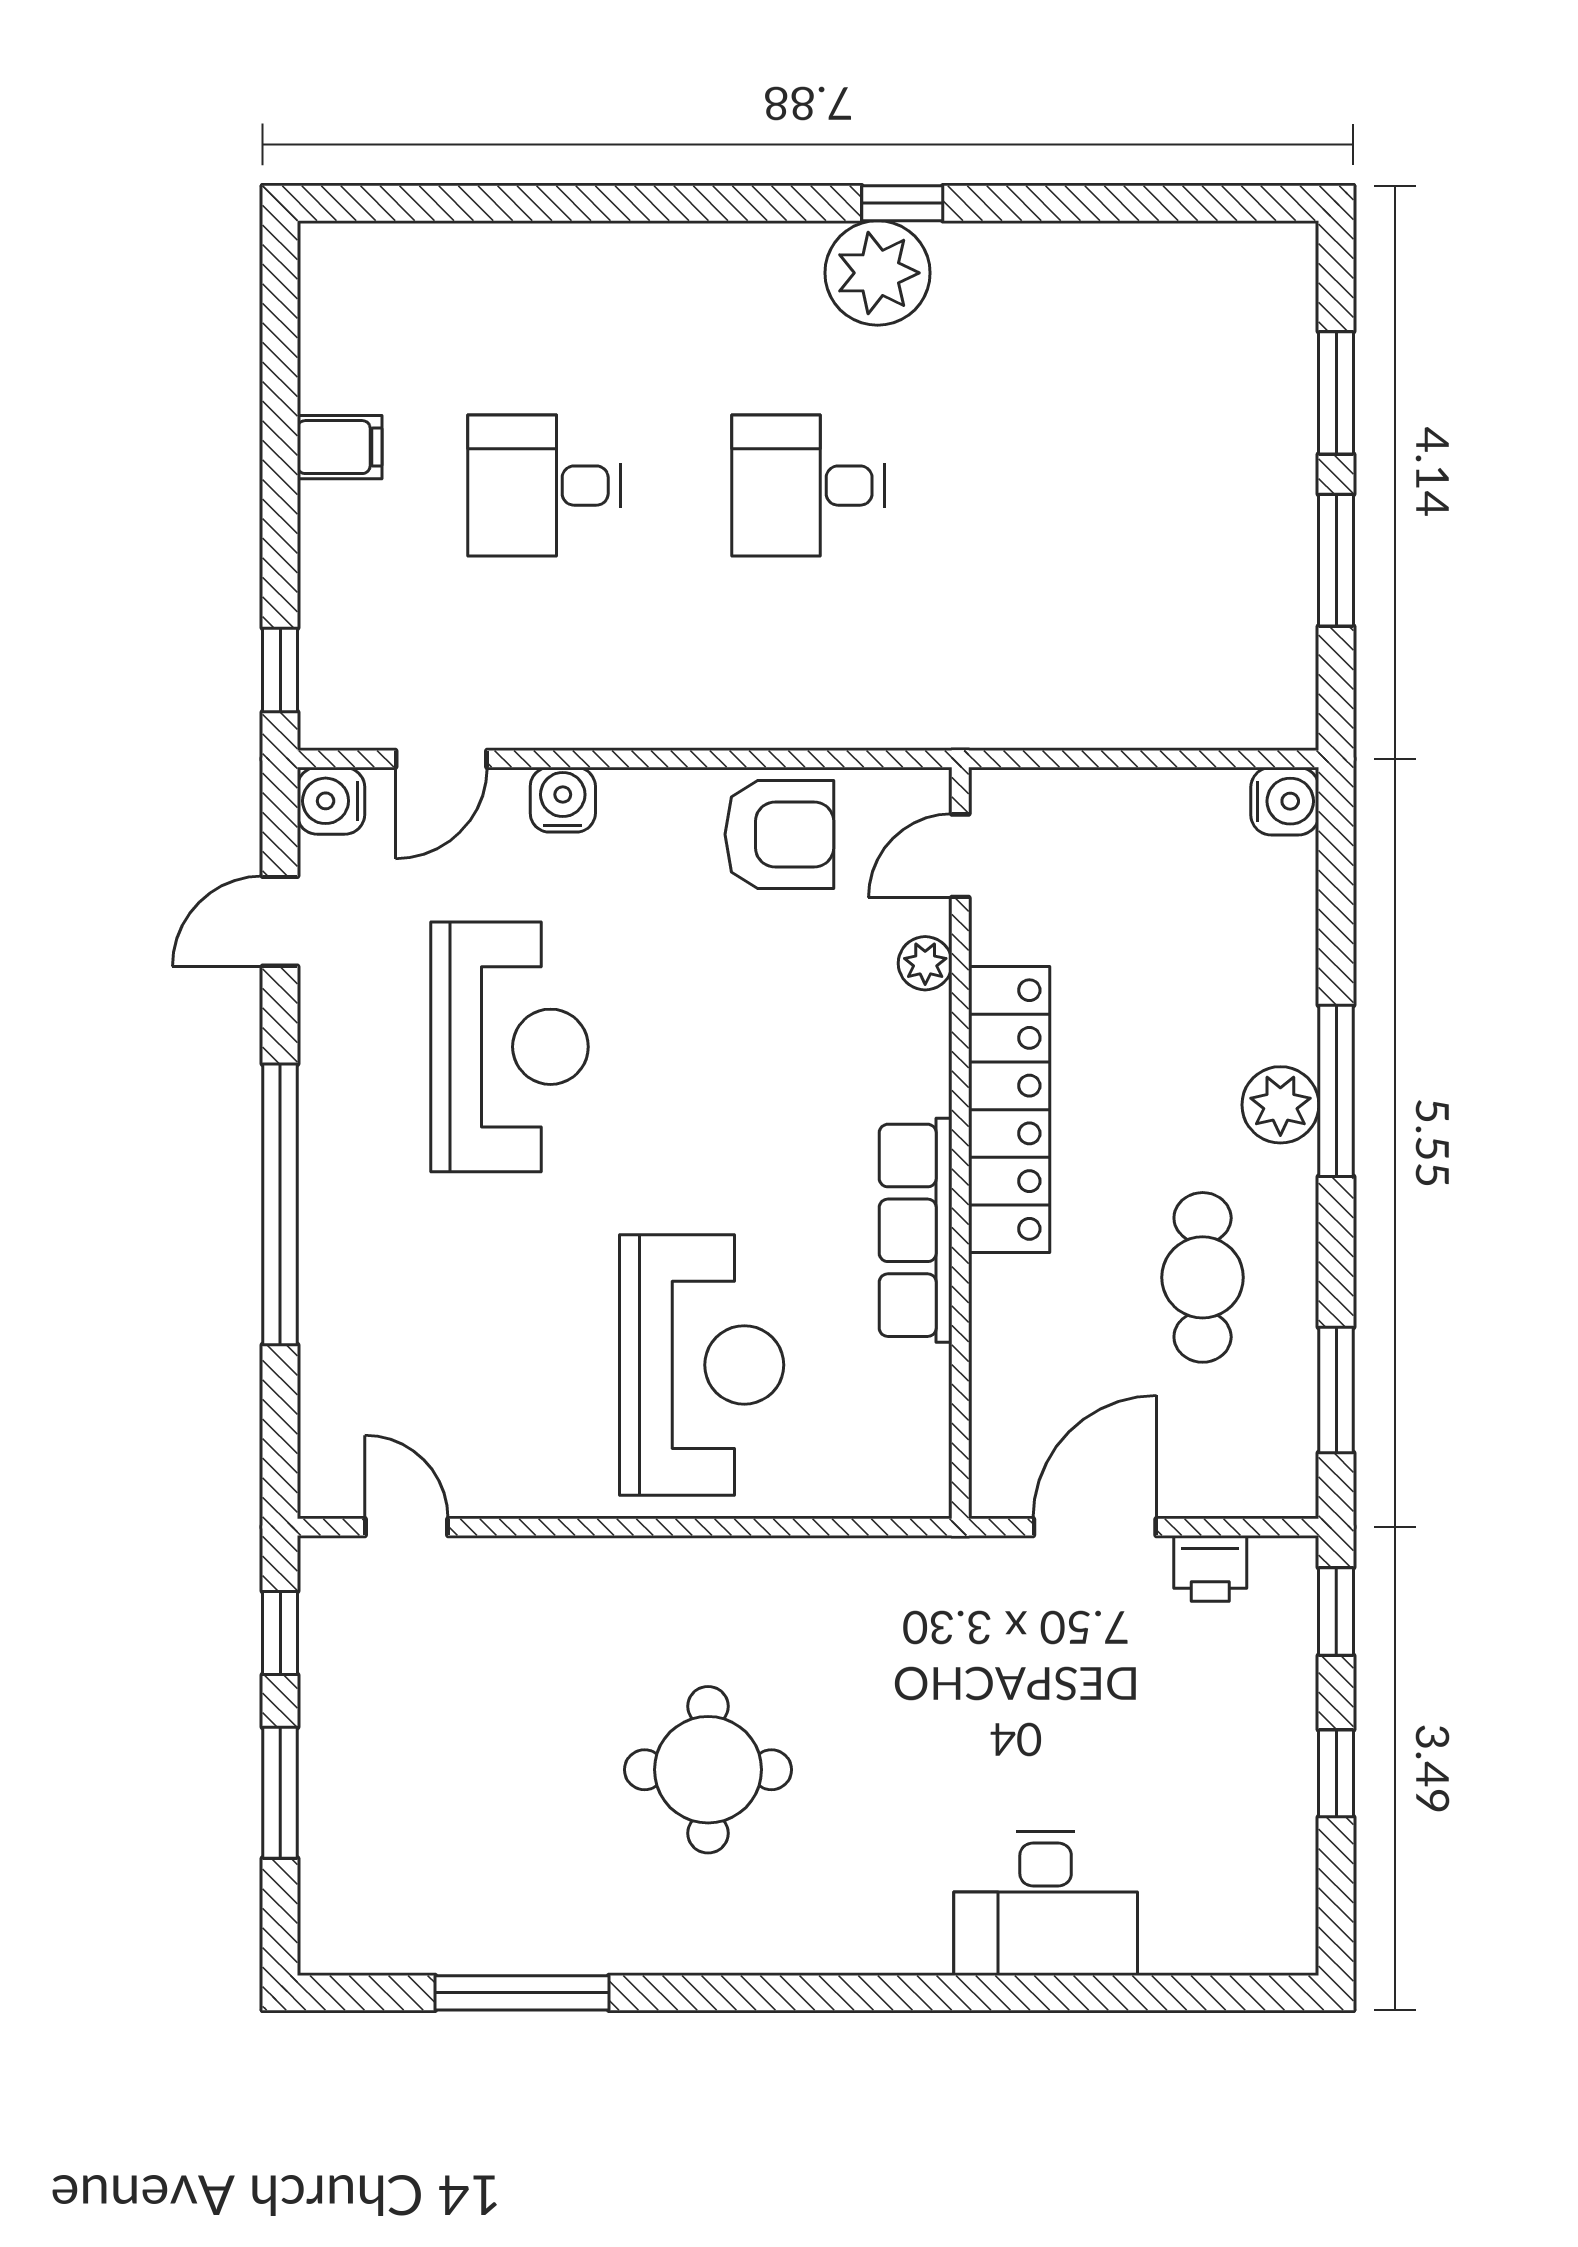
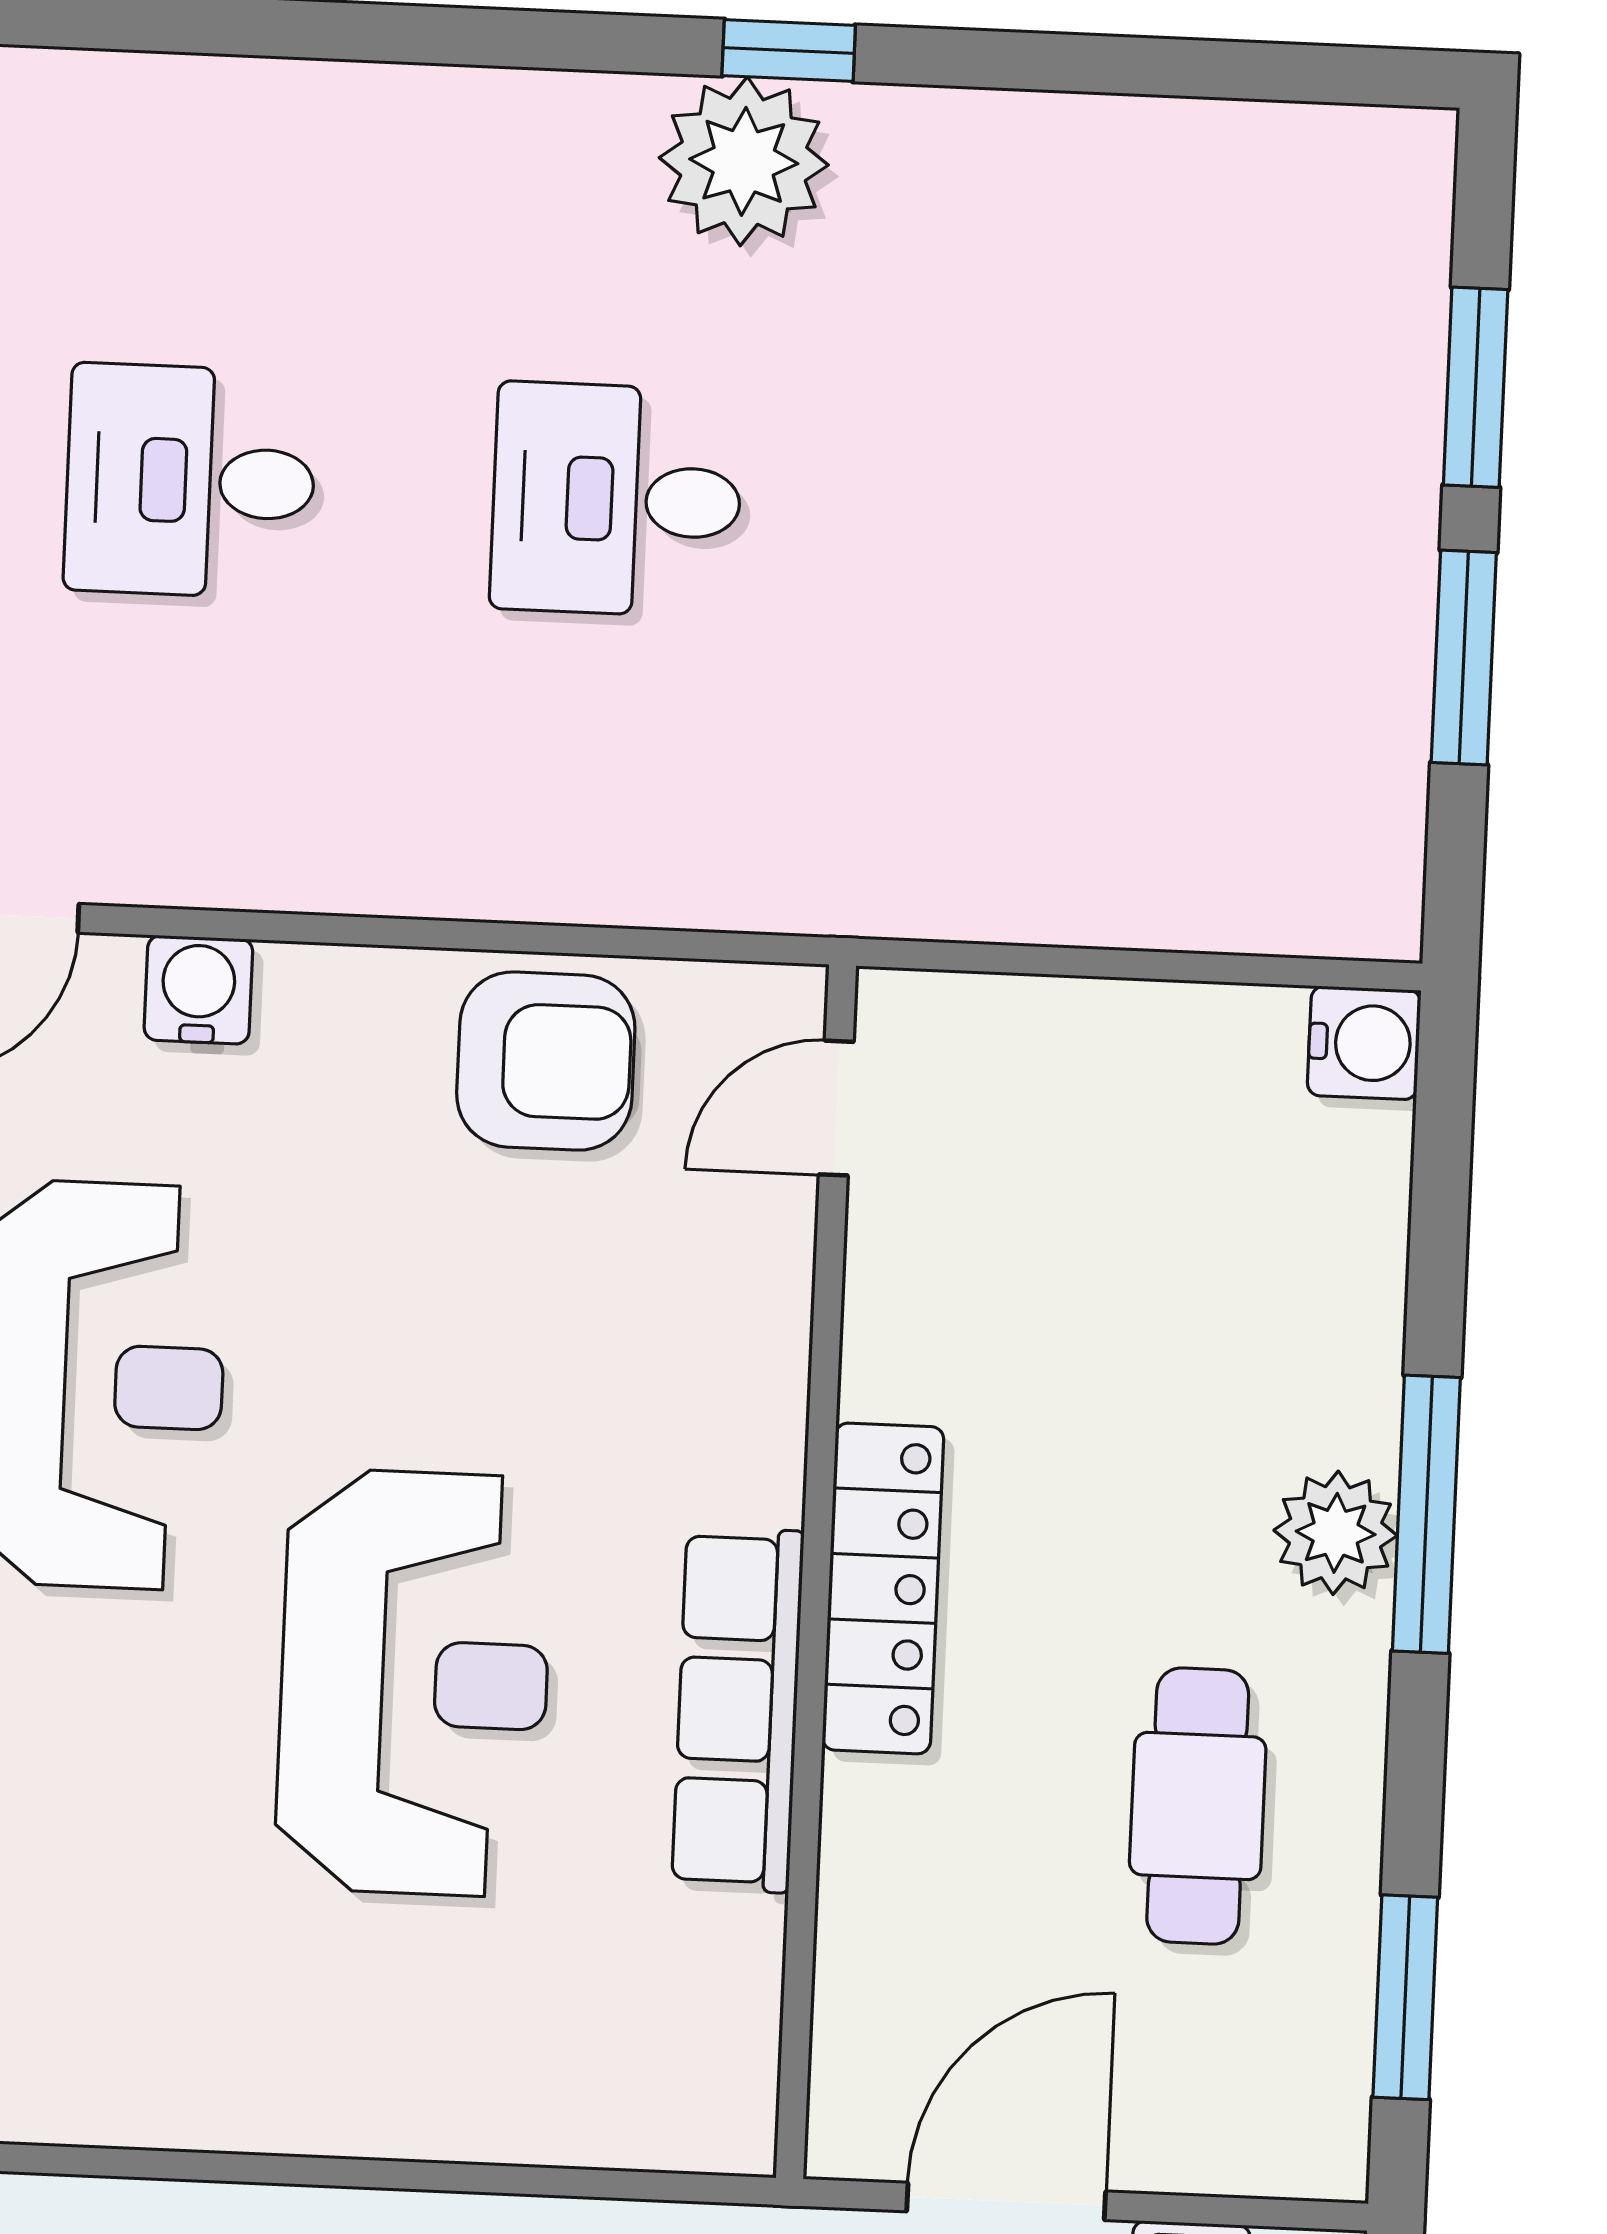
plant: (925, 963) -> (772, 1279), removed
locker: (1009, 1110) -> (883, 1588), width x0.71, depth x0.83
reception desk: (702, 1365) -> (414, 1683), moved

